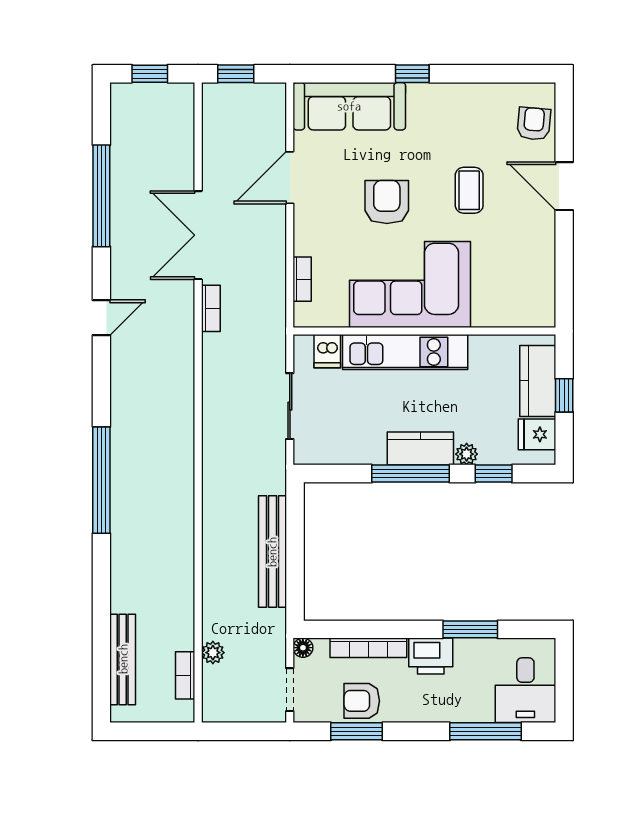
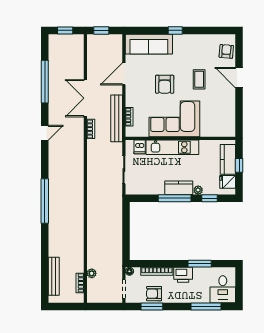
armchair: (387, 202) -> (165, 84), turned 180
bench: (272, 552) -> (117, 118), moved

